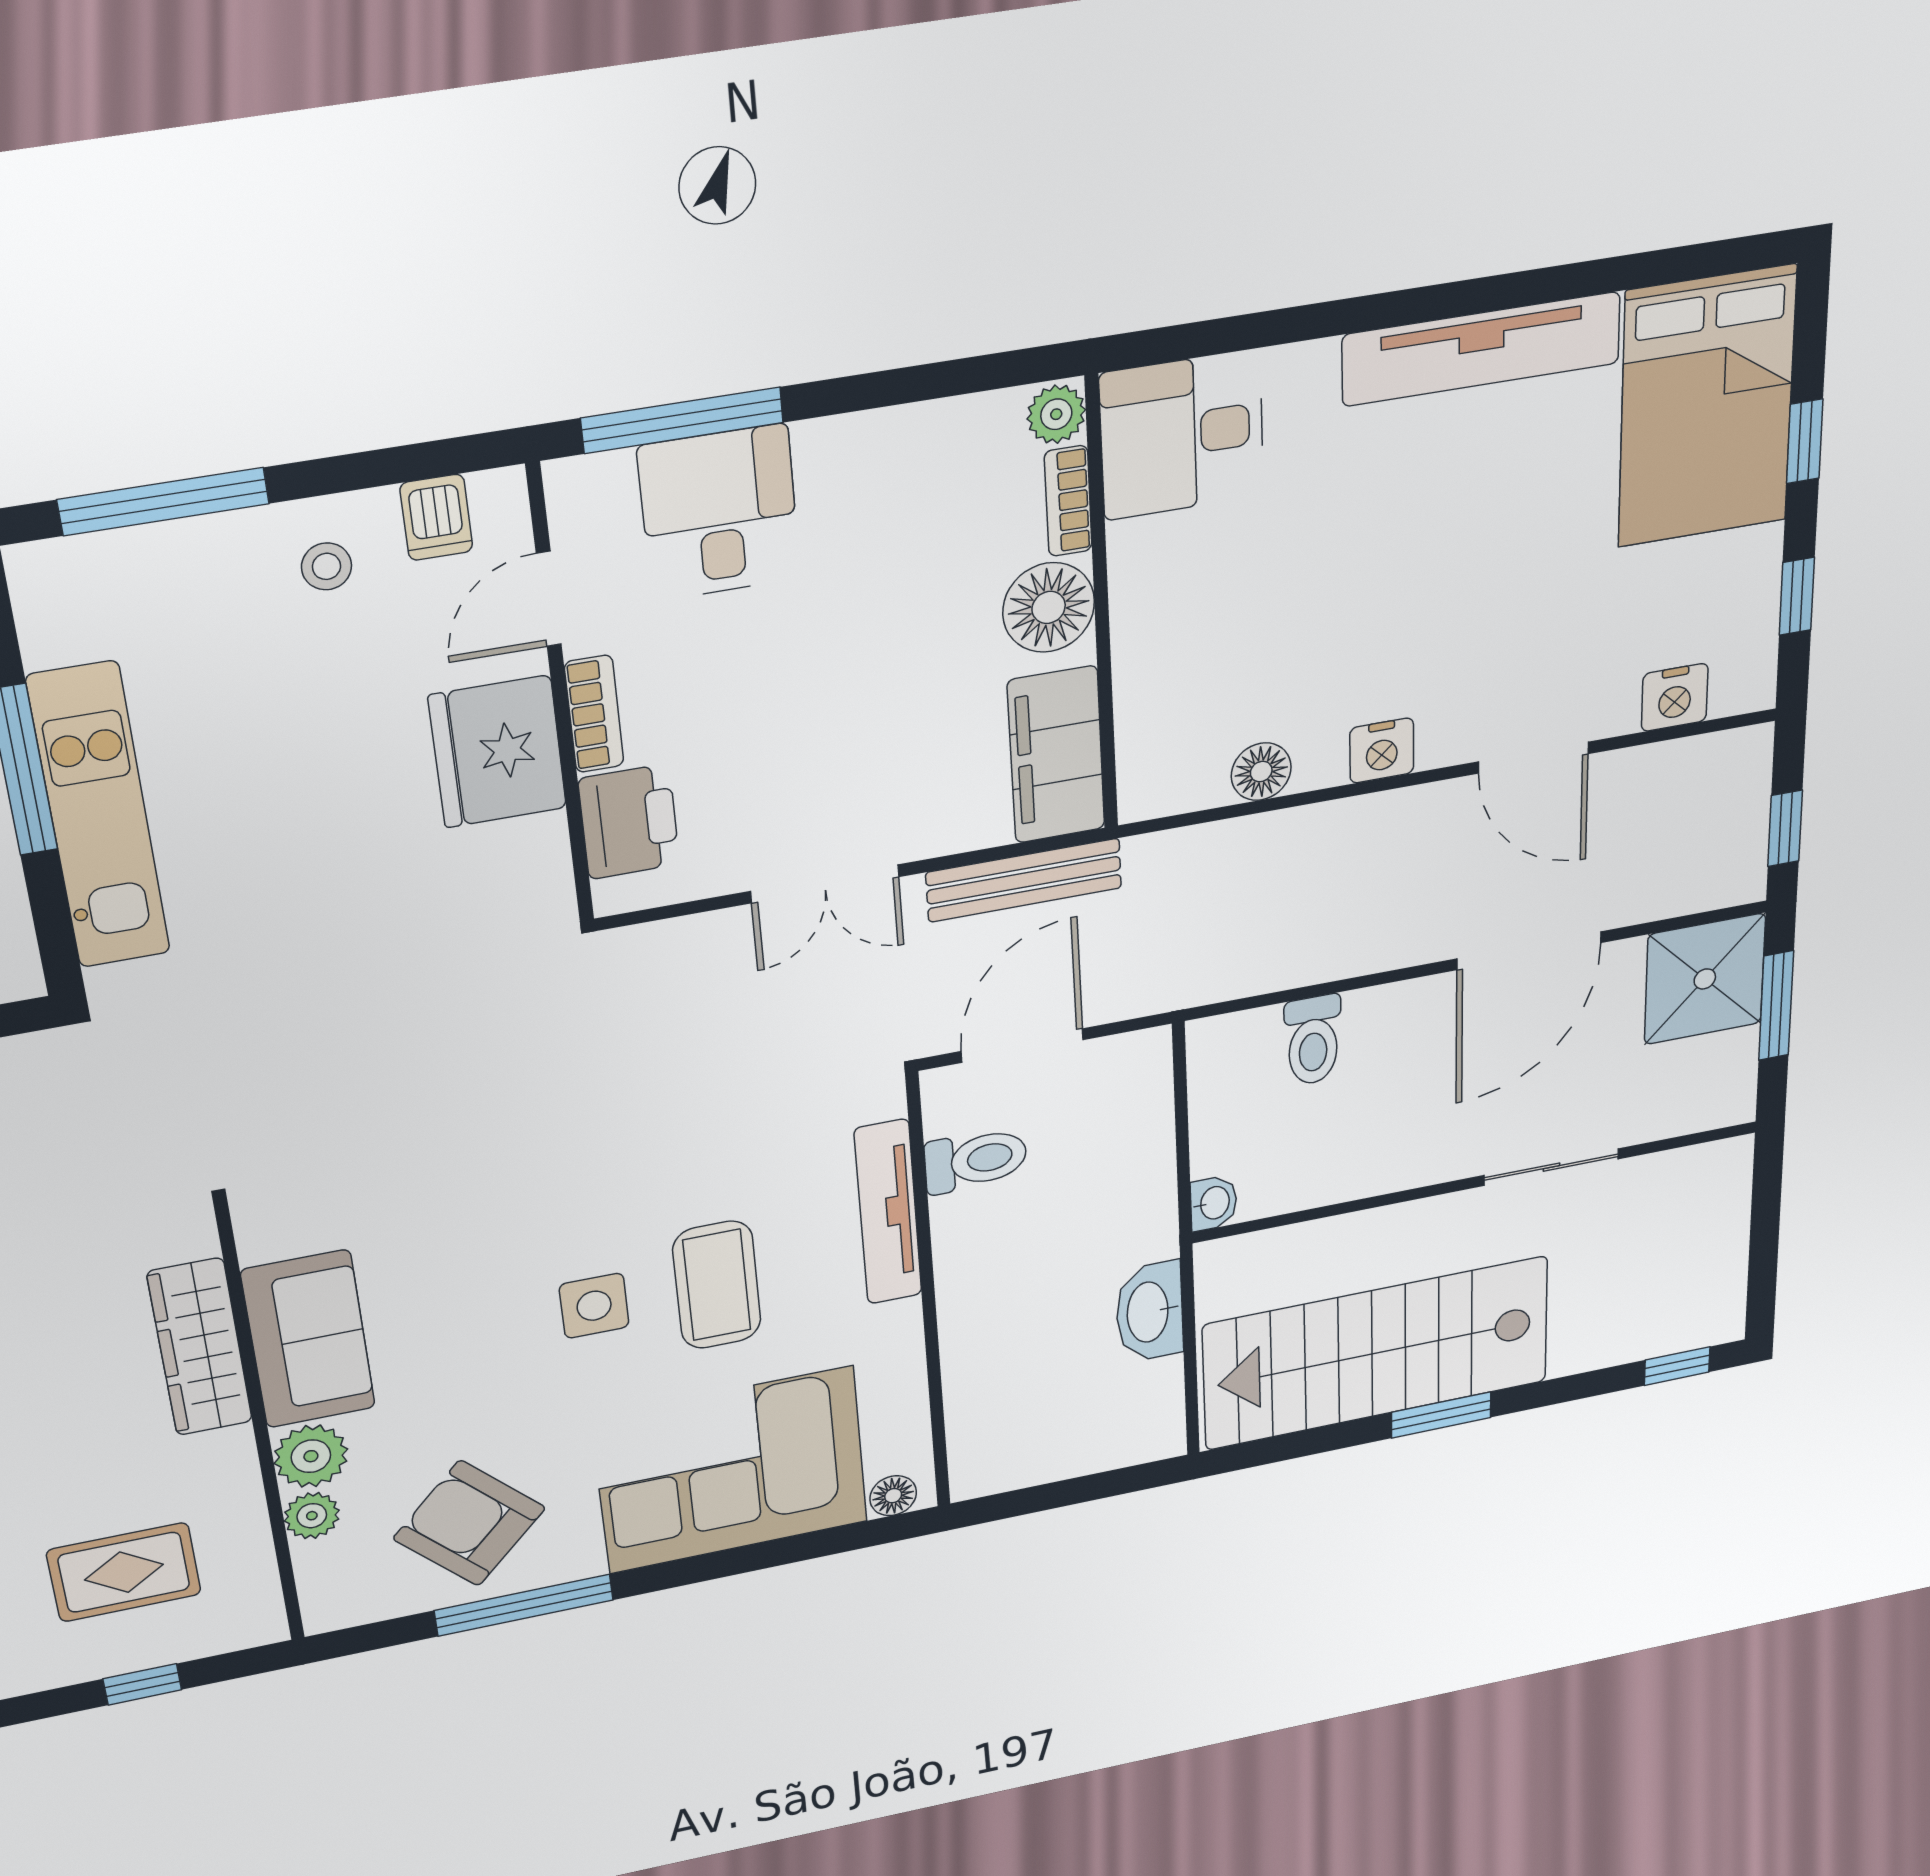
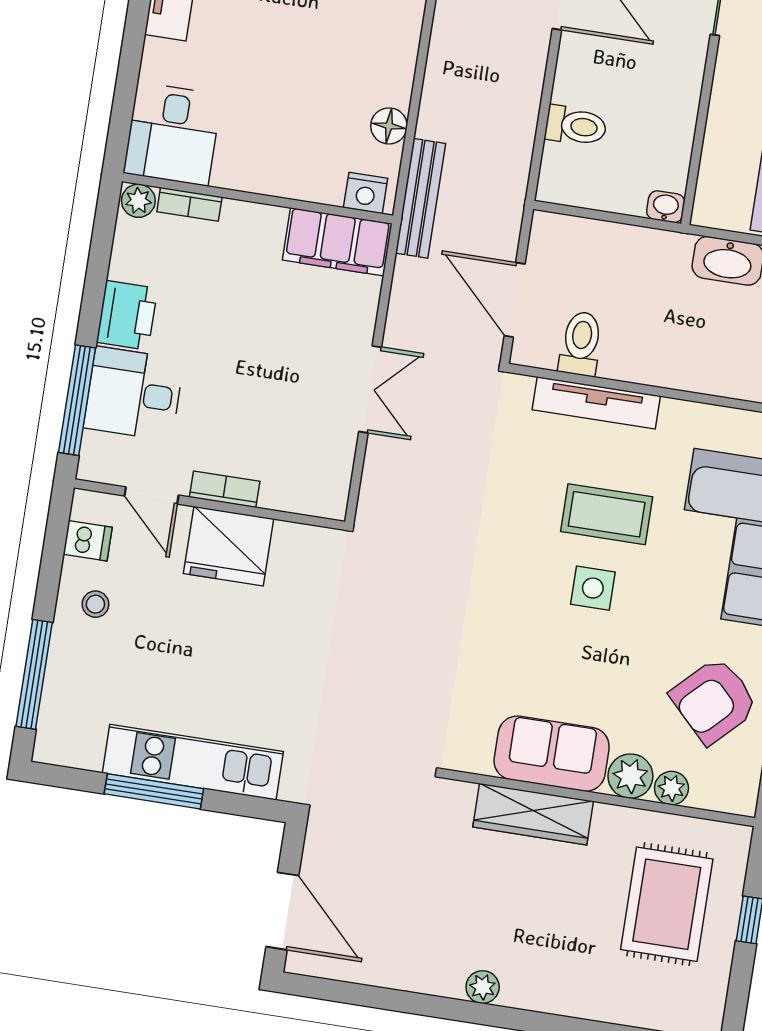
floor lamp: (1049, 607) -> (247, 228), removed
nightstand: (1382, 751) -> (366, 193), moved, turned 90
printer: (629, 822) -> (127, 315), moved, turned 90
bench: (1024, 880) -> (421, 198), moved
rug: (124, 1572) -> (667, 904), width x1.36, depth x1.43

